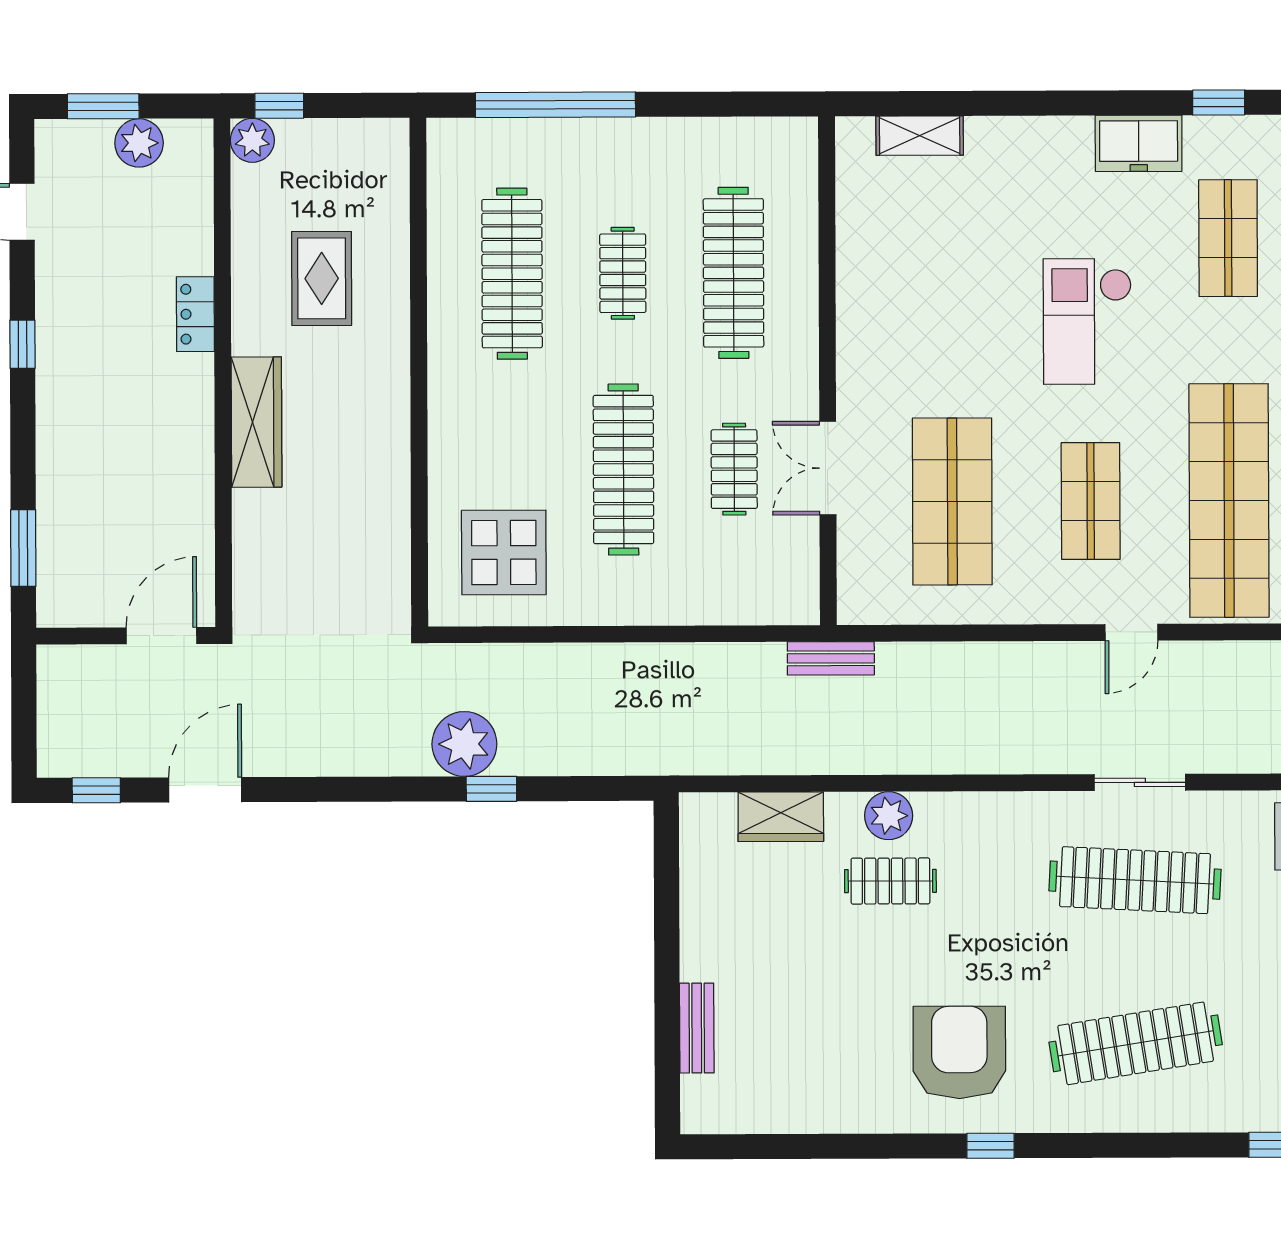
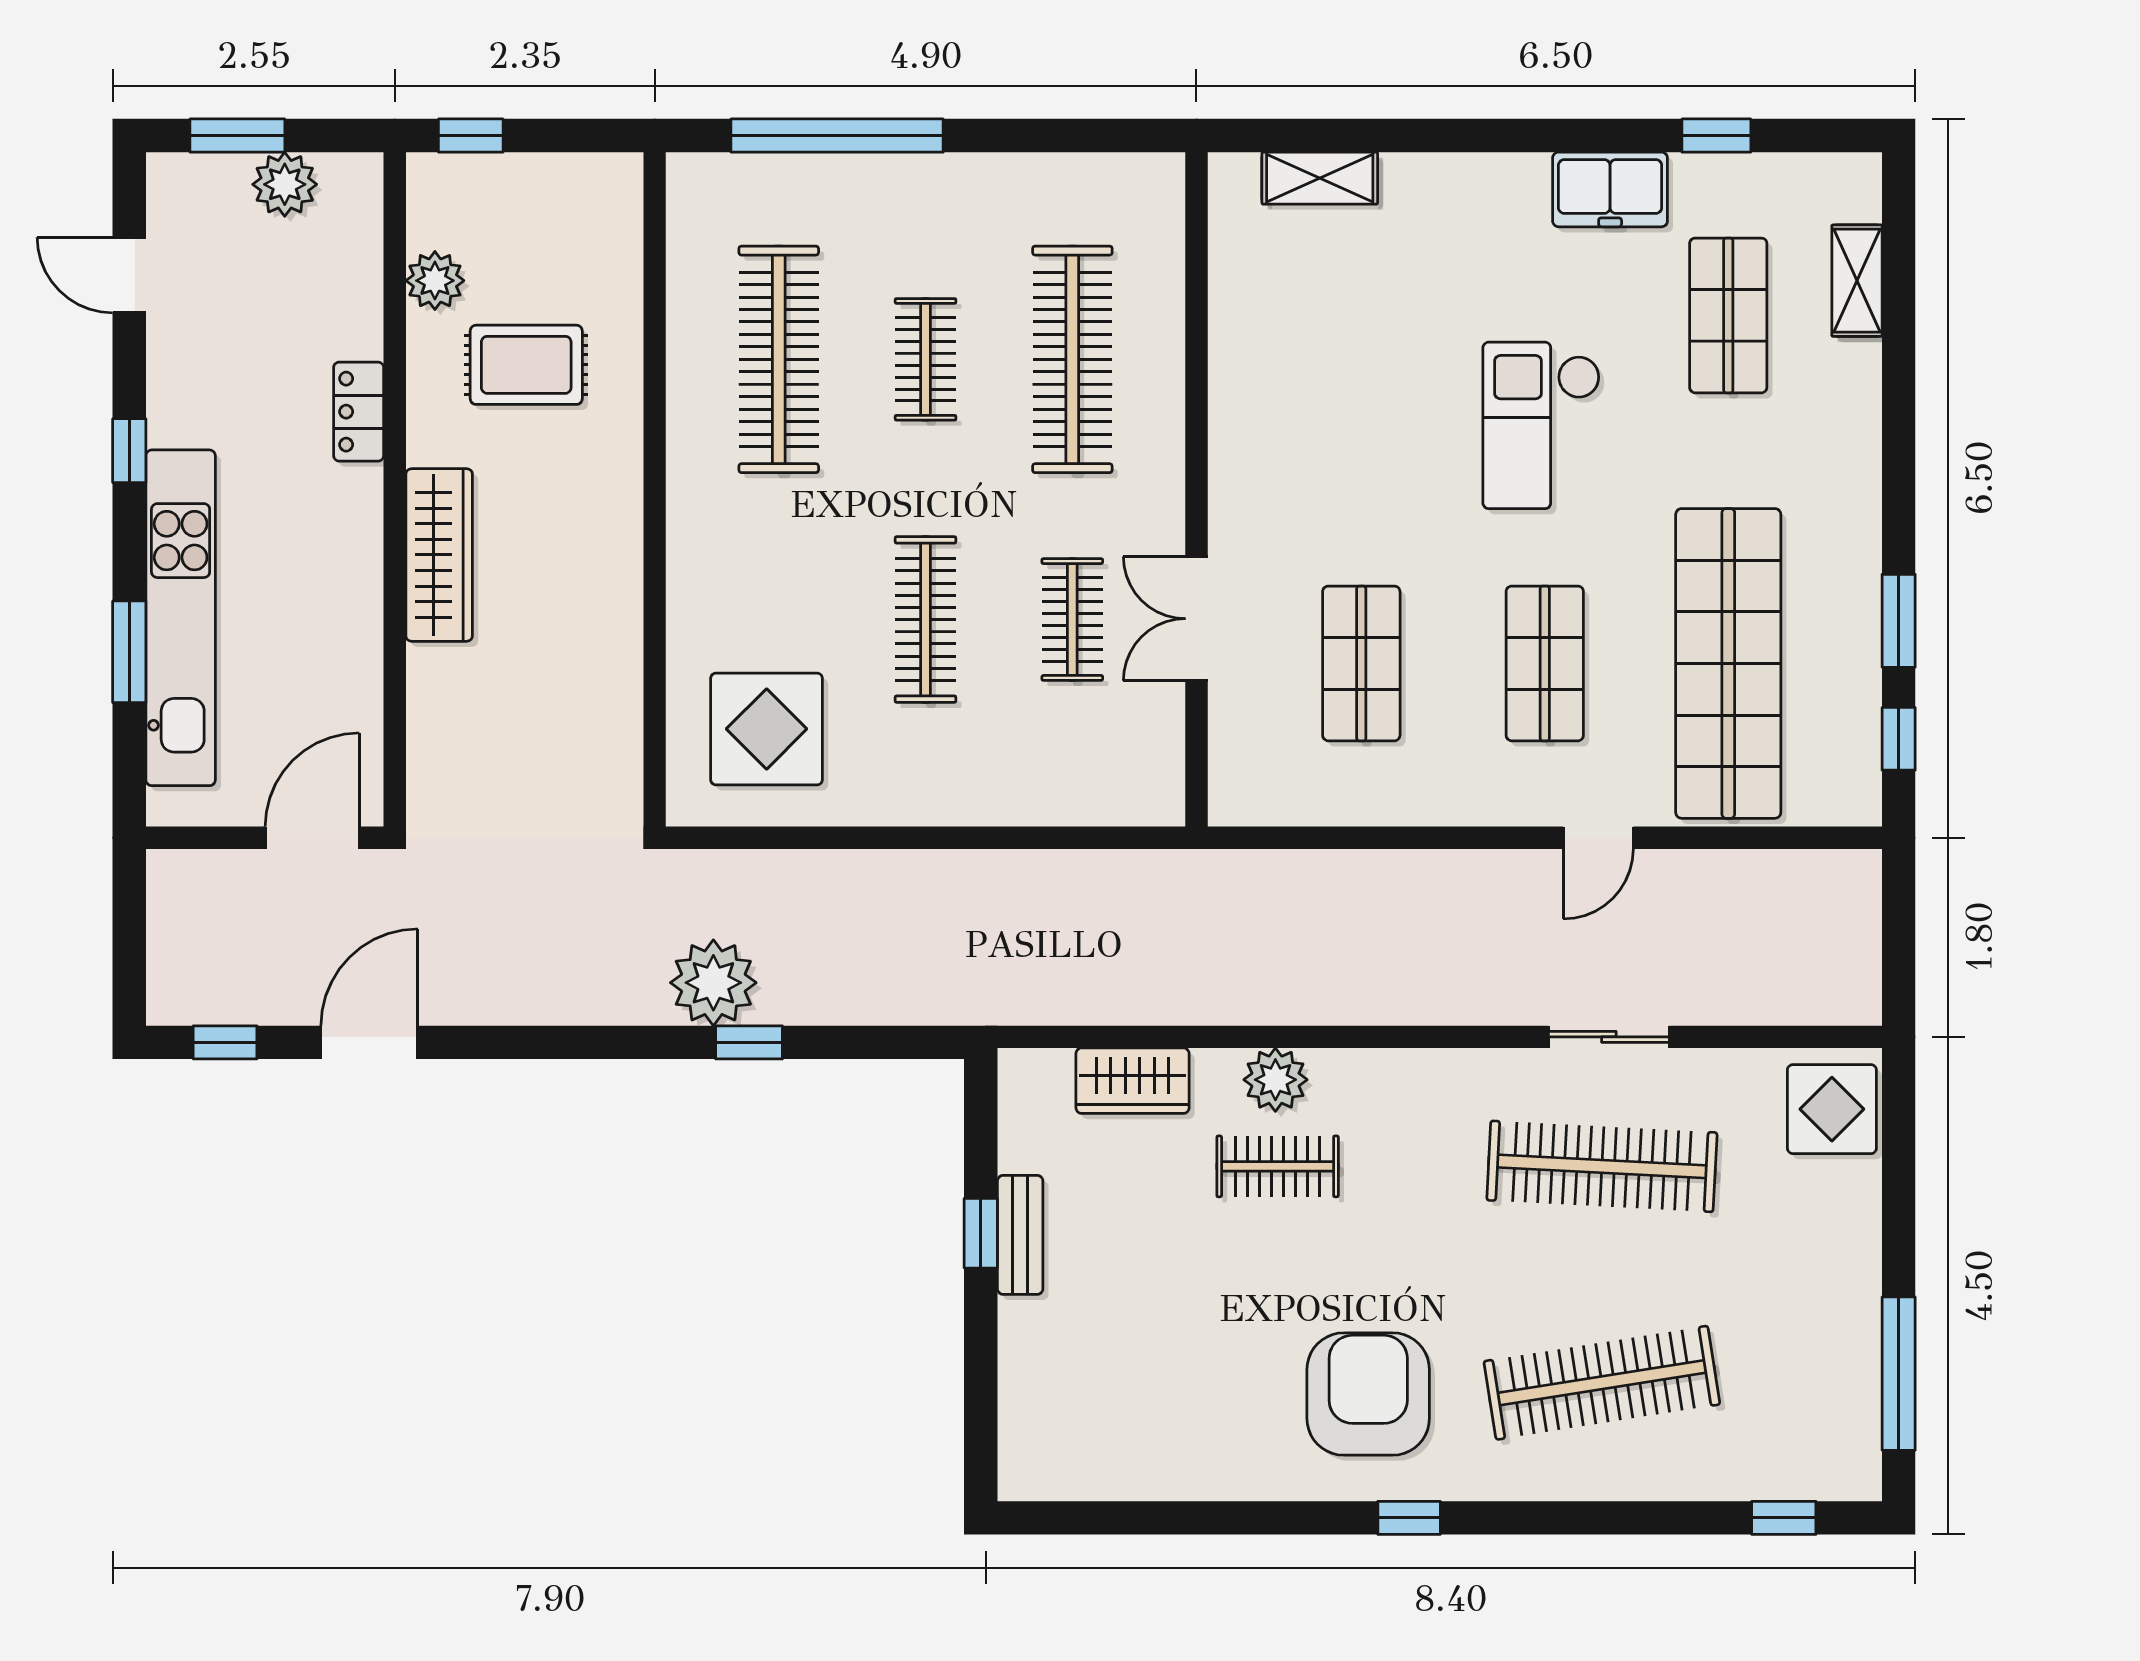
plant: (252, 140) -> (435, 281), moved
rug: (322, 278) -> (526, 365), turned 90
clothes rail: (623, 469) -> (926, 620), width x0.73, depth x0.76
kitchen unit: (62, 470) -> (181, 618), added
shop shelf: (952, 501) -> (1361, 663), width x0.70, depth x0.74
window: (23, 548) -> (129, 652), moved
bench: (831, 658) -> (1200, 871), removed
window: (667, 932) -> (981, 1233), added
bench: (697, 1028) -> (1020, 1235), moved

